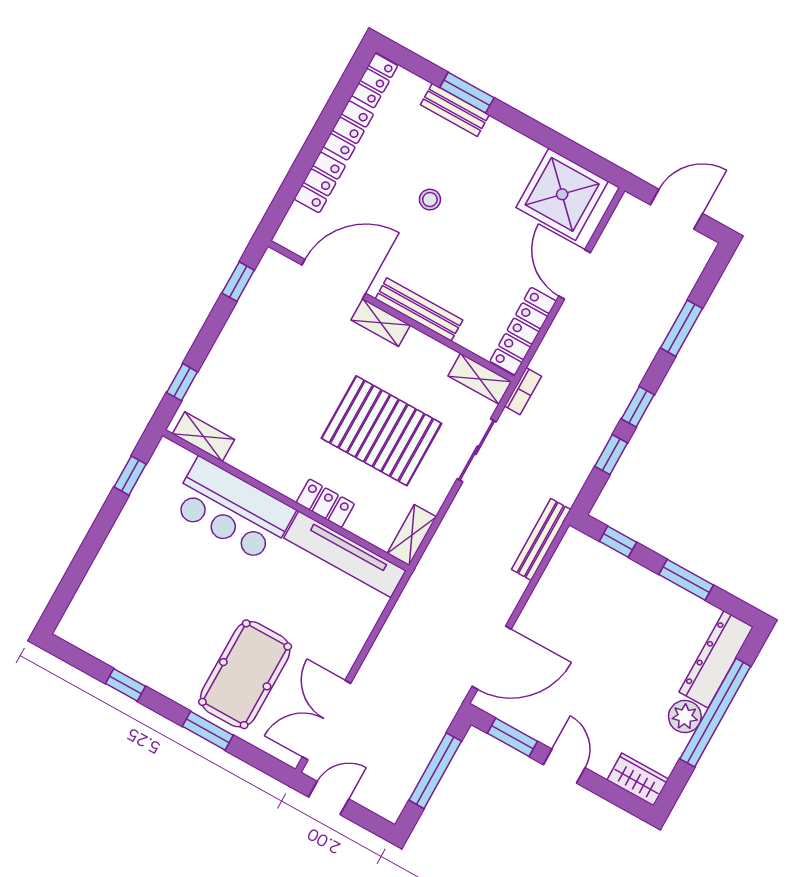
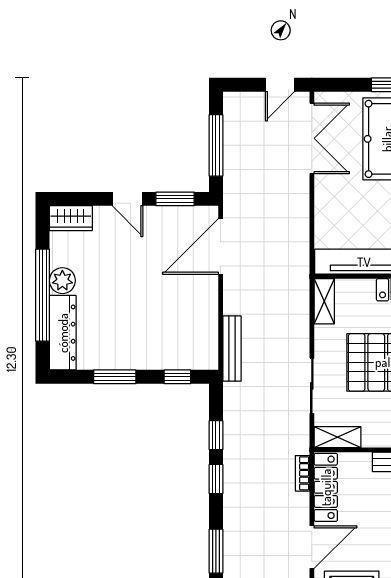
door: (575, 274) -> (312, 547), hinge flipped
bookcase: (523, 391) -> (302, 473), moved

